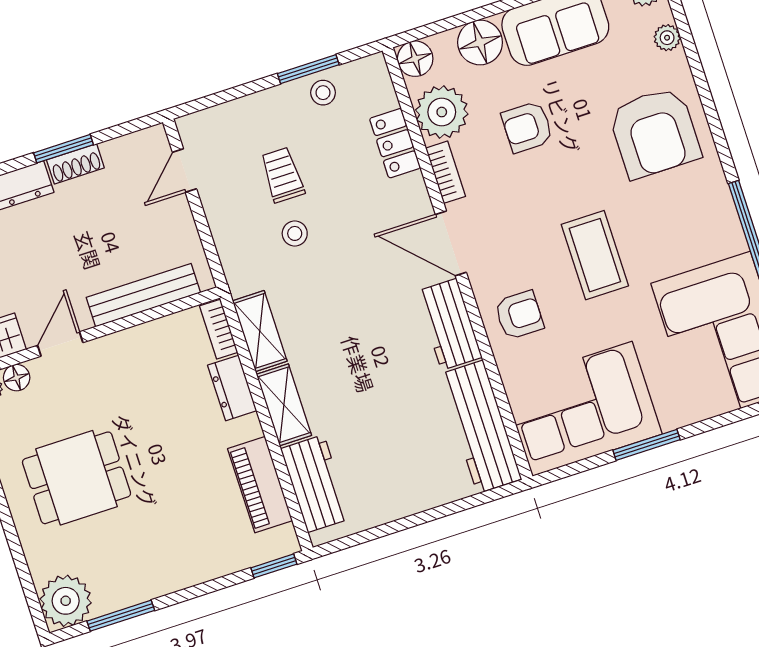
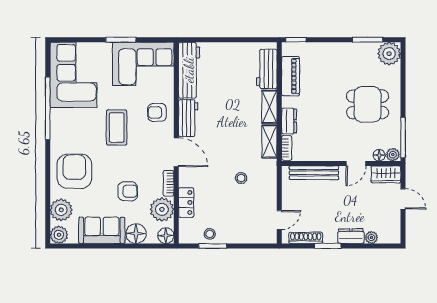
plant: (667, 38) -> (61, 210), width x1.88, depth x1.88
shoe rack: (75, 164) -> (306, 238), moved, width x1.43
trolley: (282, 175) -> (238, 205), removed

